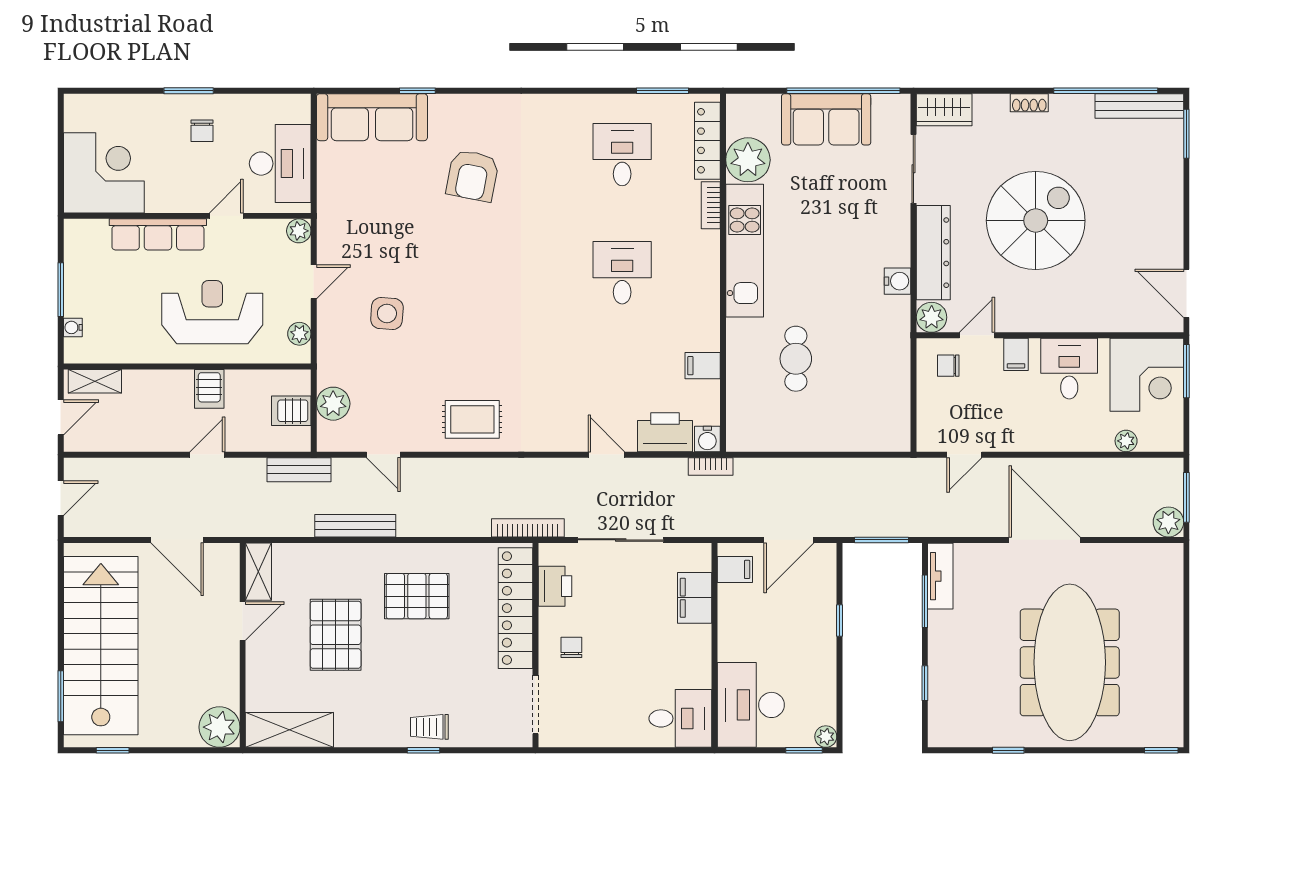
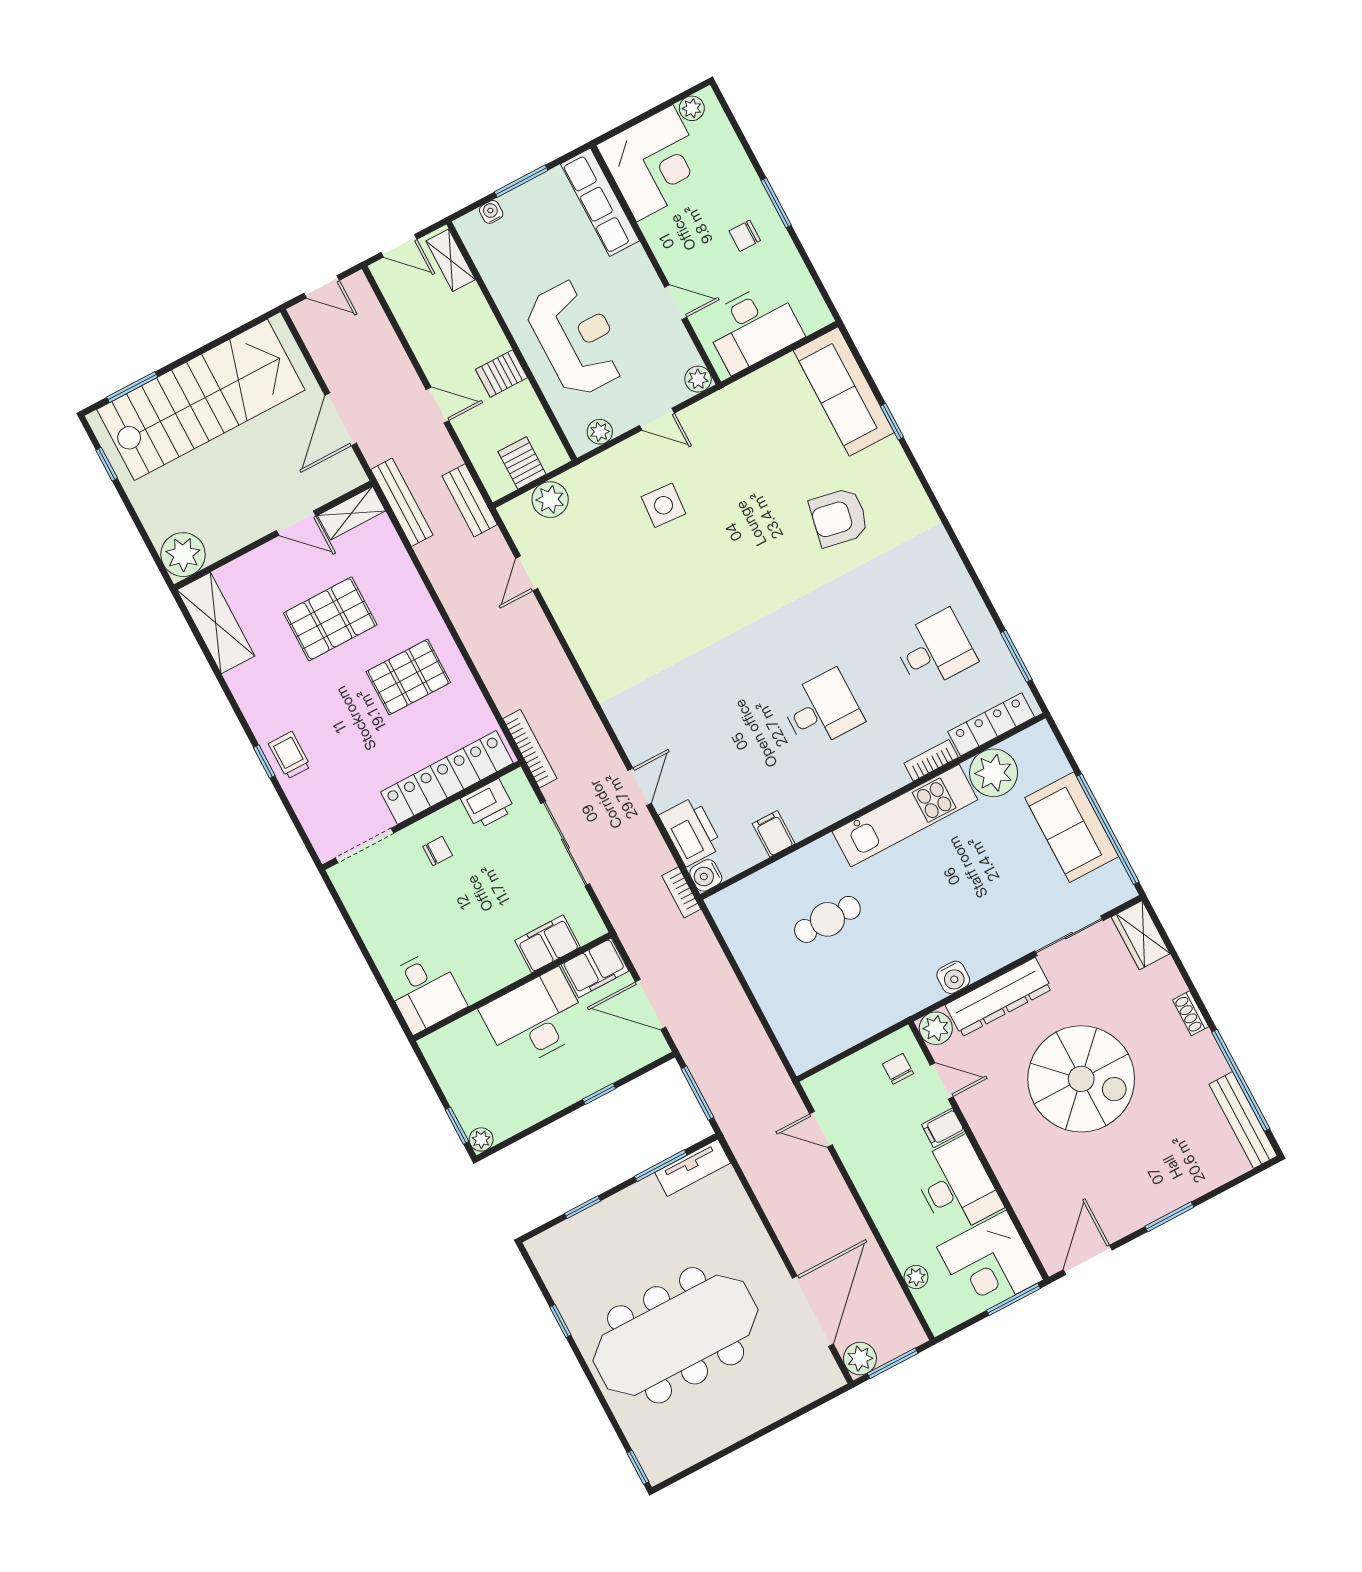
plant: (75, 119) -> (692, 108), added
window: (1186, 134) -> (1169, 1217), moved
row of seats: (158, 234) -> (600, 202), moved
desk: (1069, 369) -> (956, 1186), width x1.37
rug: (472, 419) -> (606, 641), removed
bench: (355, 526) -> (402, 502), moved
door: (1045, 540) -> (813, 1311), moved
filing cabinet: (735, 569) -> (595, 968), width x2.00
pallet: (417, 596) -> (408, 677), turned 90
desk: (751, 705) -> (535, 1019), moved

